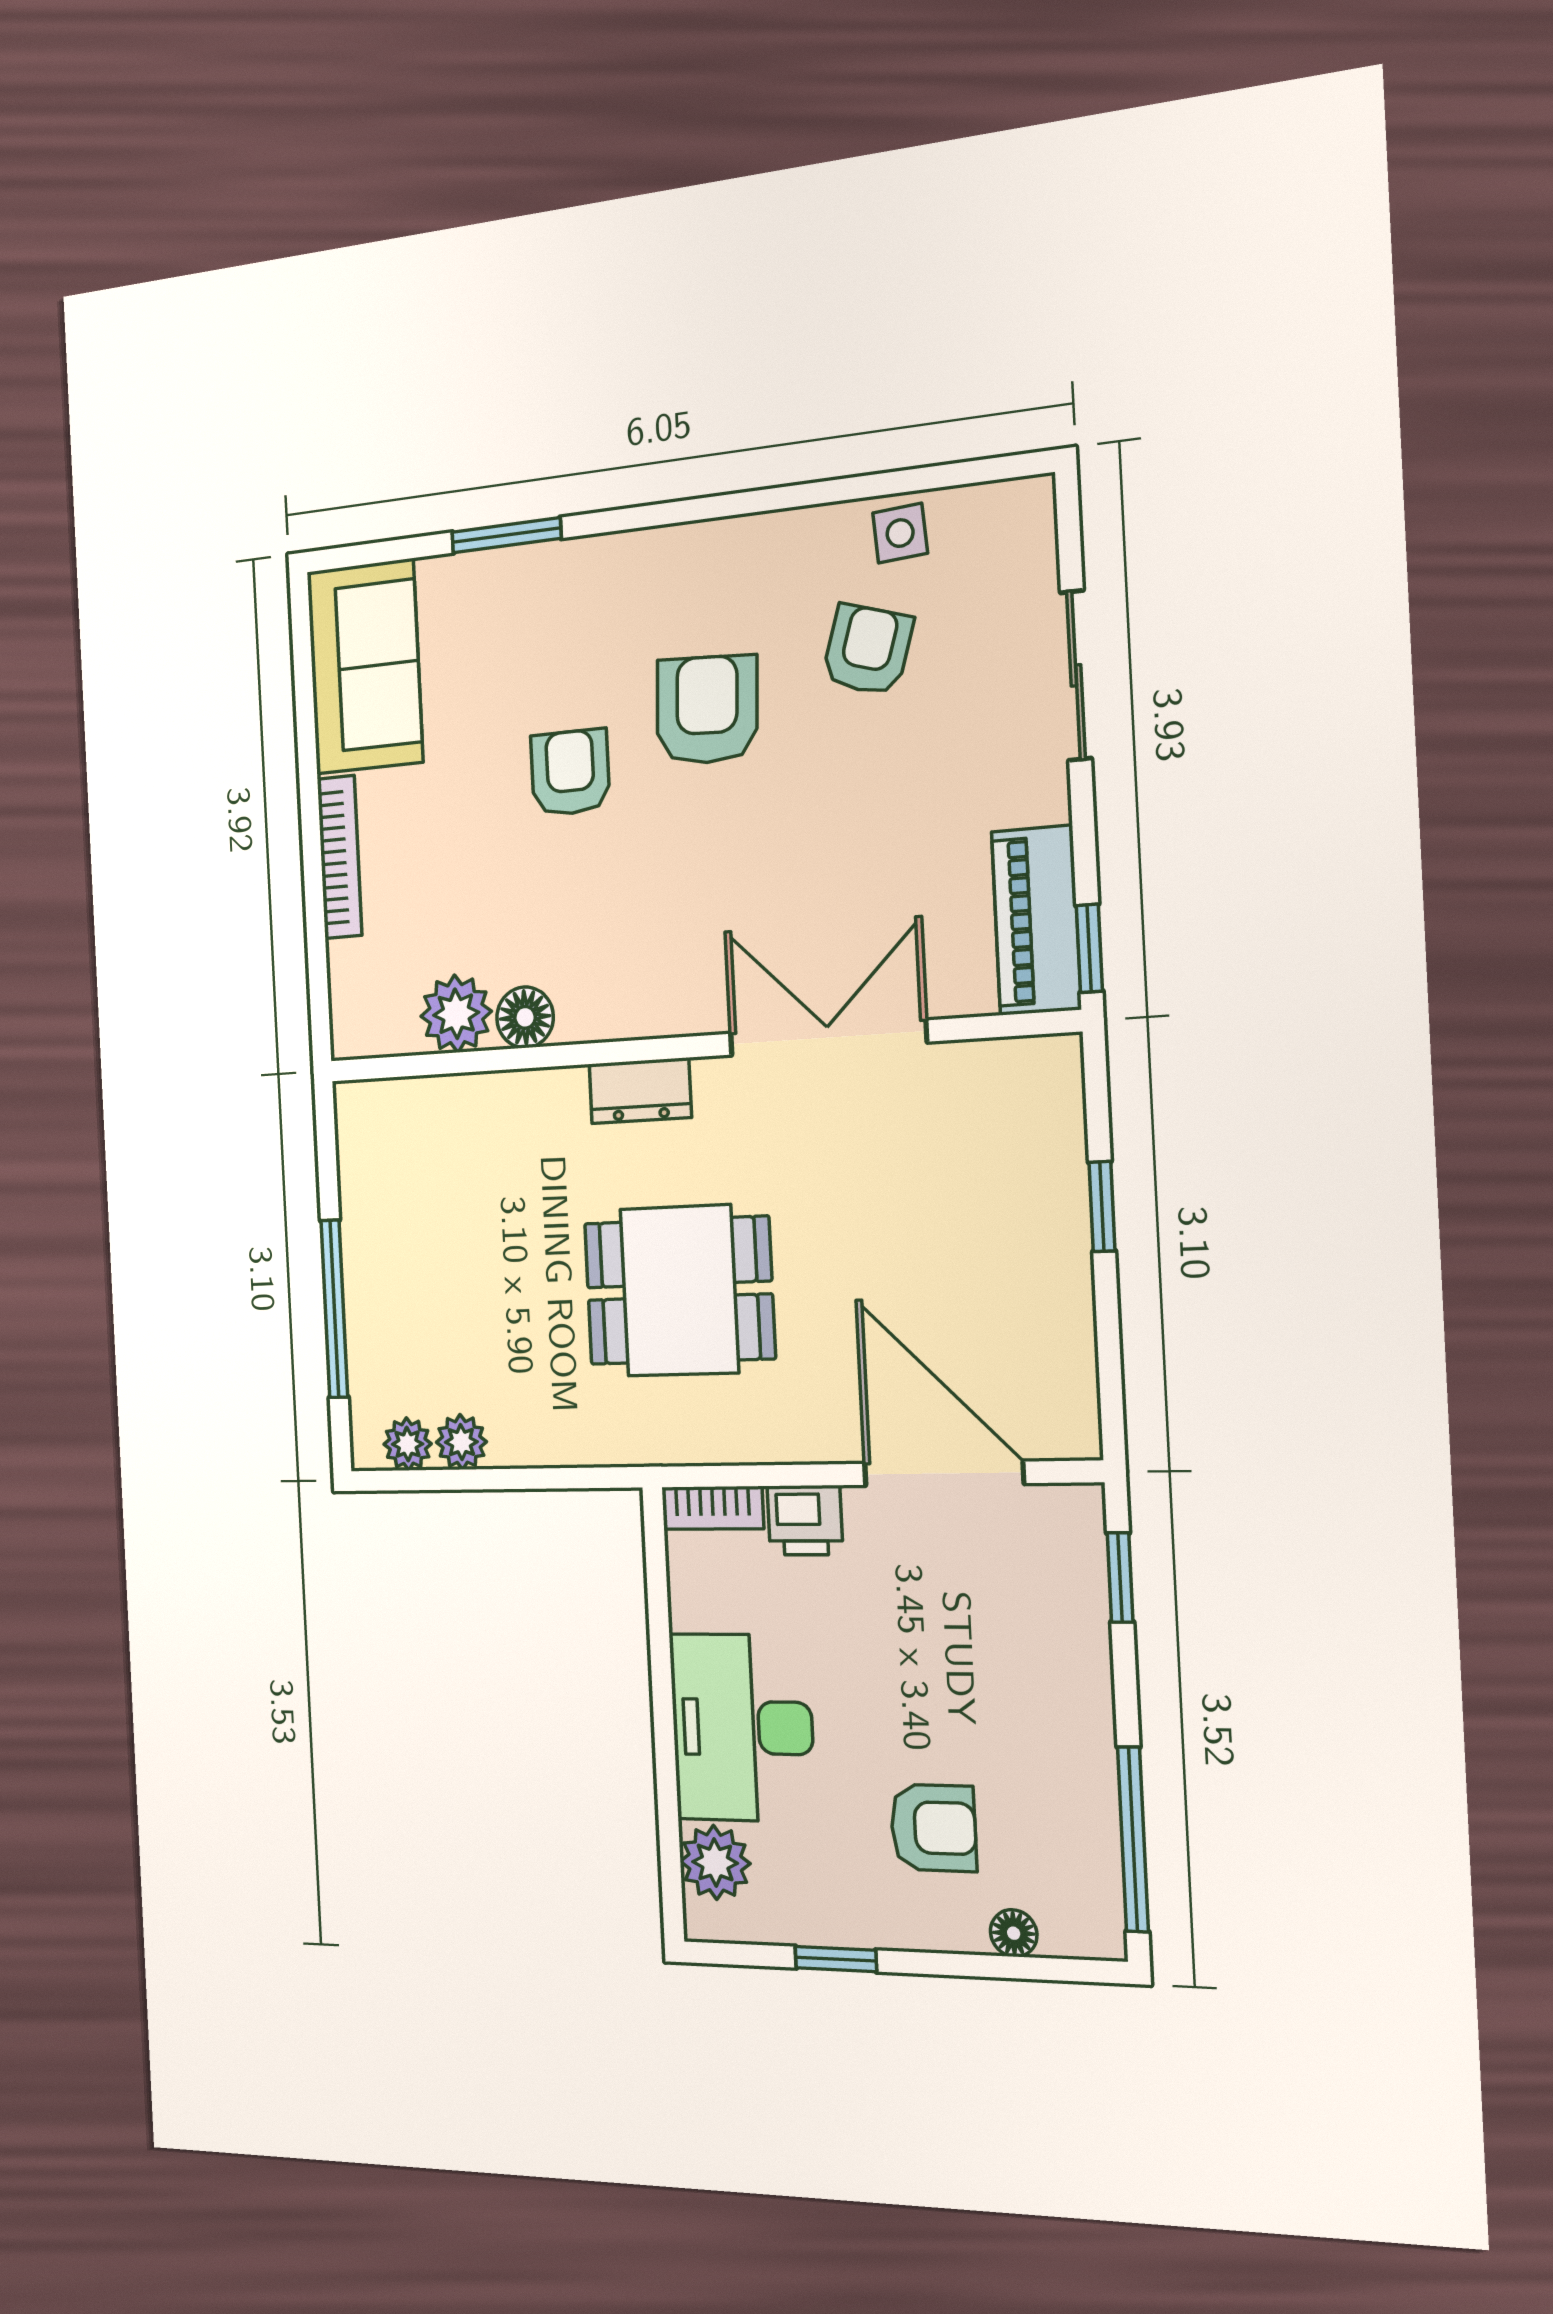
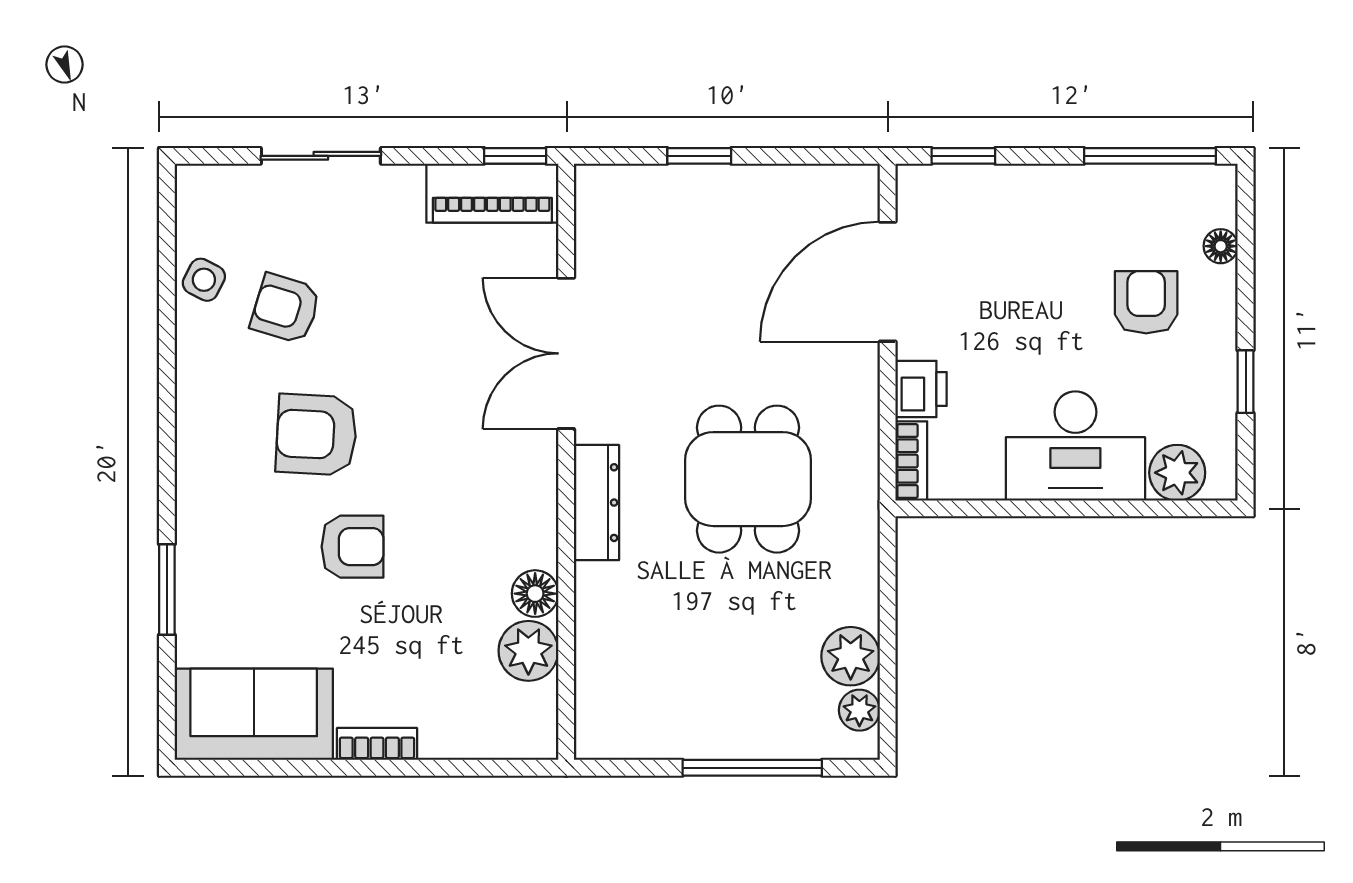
side table: (900, 533) -> (204, 280), turned 31
armchair: (570, 773) -> (352, 547), turned 180
bookcase: (340, 857) -> (377, 744), width x0.64
dresser: (640, 1091) -> (596, 503), width x1.44
plant: (461, 1442) -> (851, 656), width x1.38, depth x1.38

